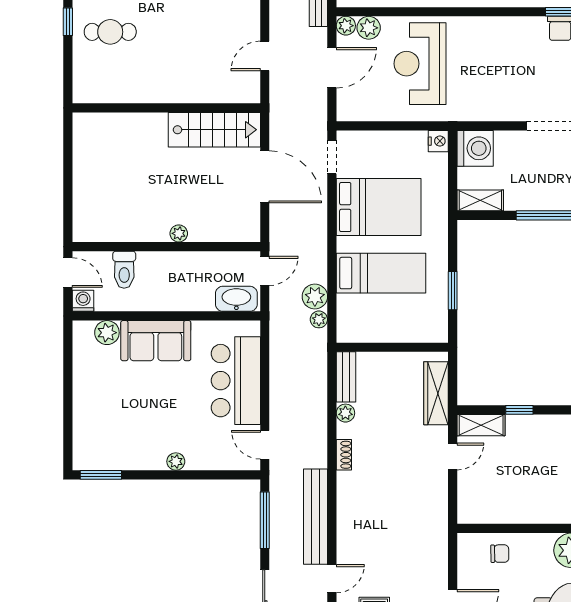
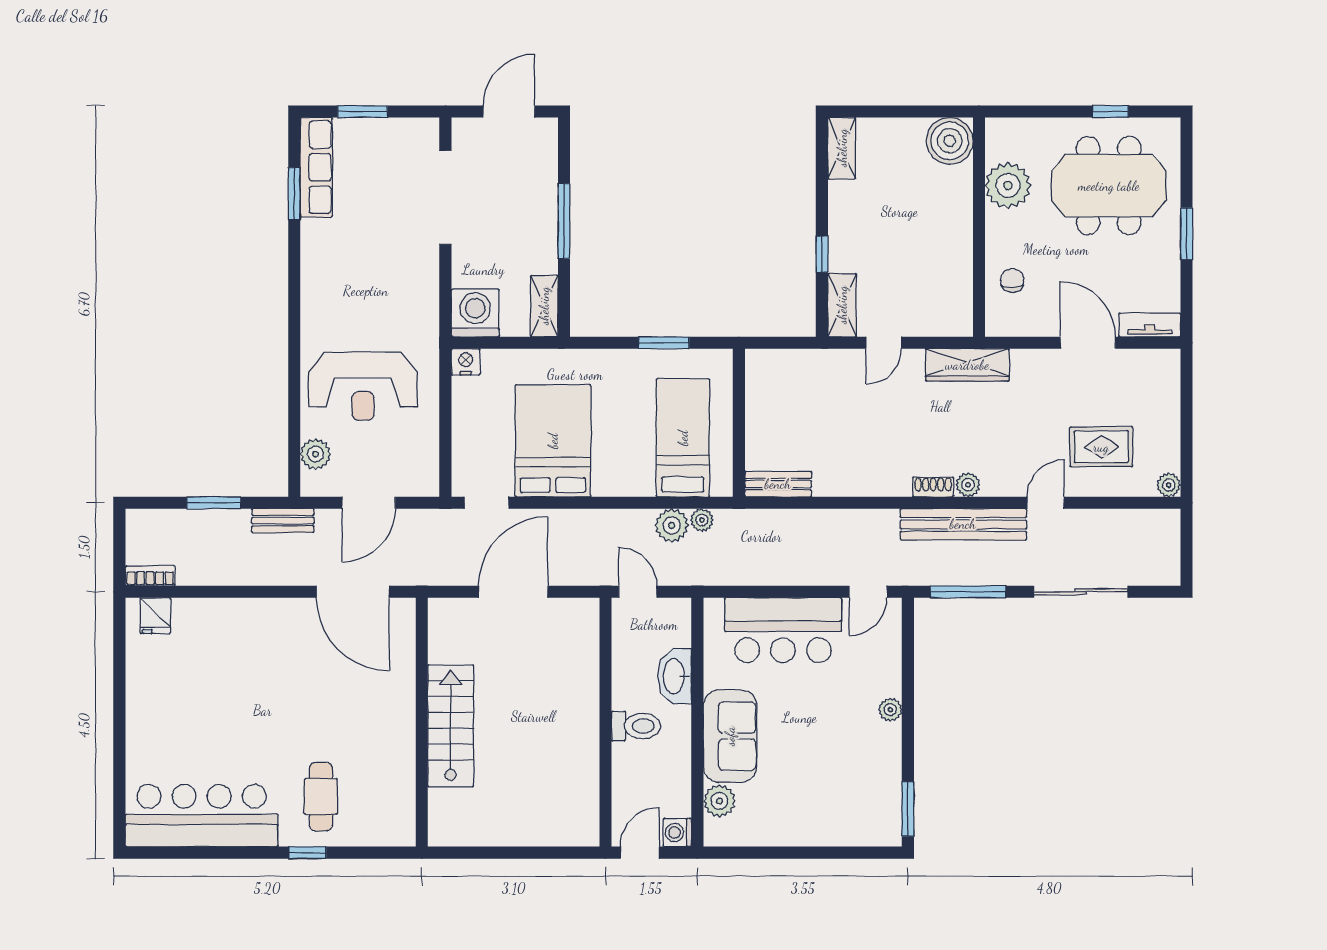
plant: (346, 26) -> (313, 484), removed
door: (265, 56) -> (353, 592), width x1.87
door: (332, 68) -> (369, 503), swing flipped
stairs: (214, 130) -> (451, 726), moved
plant: (179, 233) -> (588, 706), removed
toilet: (124, 270) -> (636, 726), moved
bed: (381, 273) -> (683, 438), moved
washbasin: (236, 299) -> (675, 676), moved
wardrobe: (436, 393) -> (967, 365), moved
plant: (345, 413) -> (968, 485), moved
shoe rack: (344, 455) -> (933, 487), moved
door: (453, 456) -> (884, 343), swing flipped
door: (332, 579) -> (1046, 503), hinge flipped

